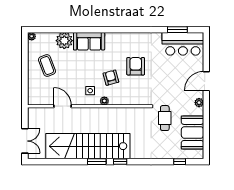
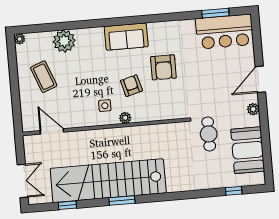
sofa: (89, 41) -> (126, 37), moved
armchair: (136, 66) -> (163, 67), turned 180
door: (63, 106) -> (52, 131), moved
window: (120, 162) -> (67, 205), moved

